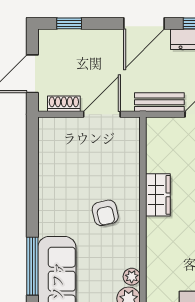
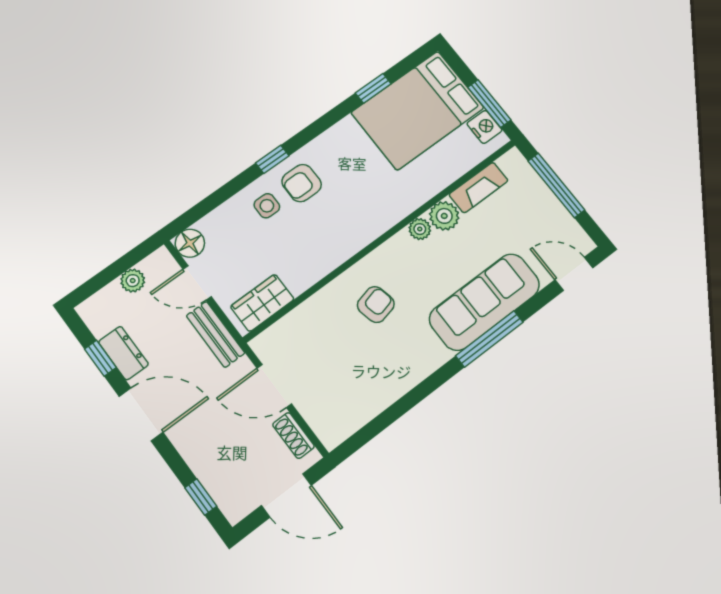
wardrobe: (158, 195) -> (262, 303), moved

